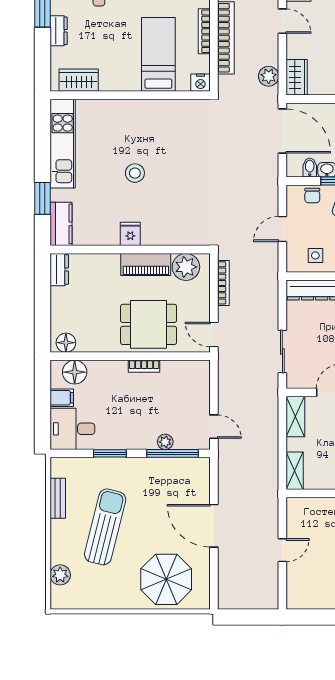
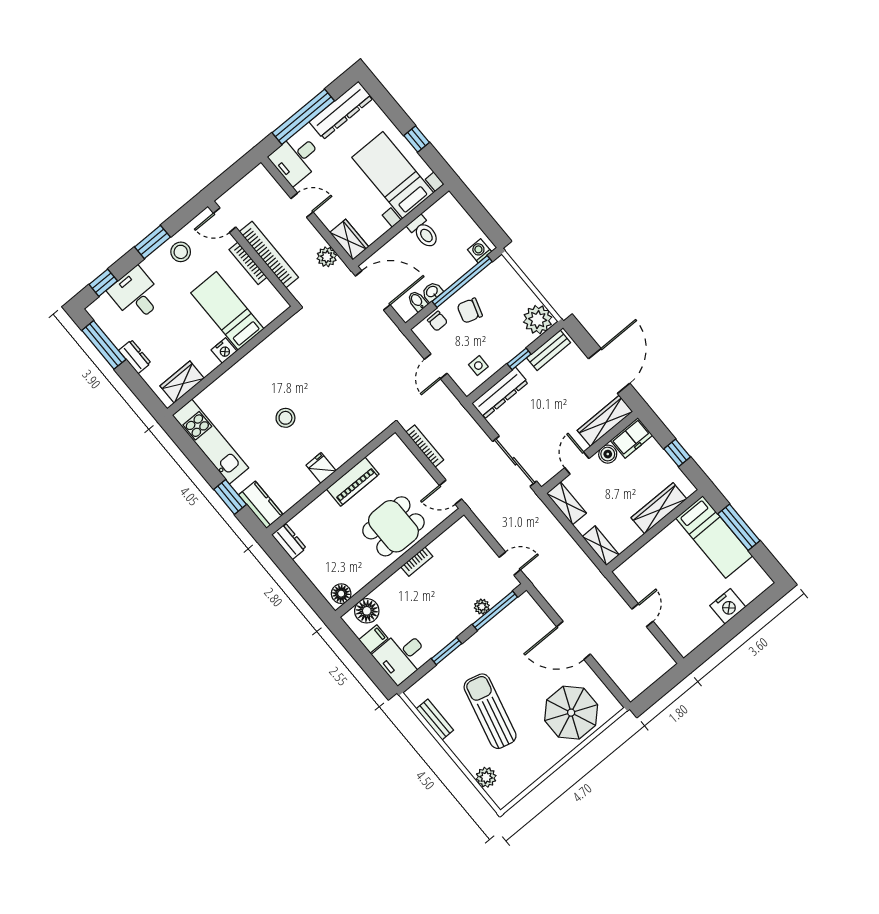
nightstand: (200, 83) -> (224, 351), moved
plant: (186, 267) -> (385, 458), removed
sliding door: (282, 352) -> (515, 461), width x1.37

